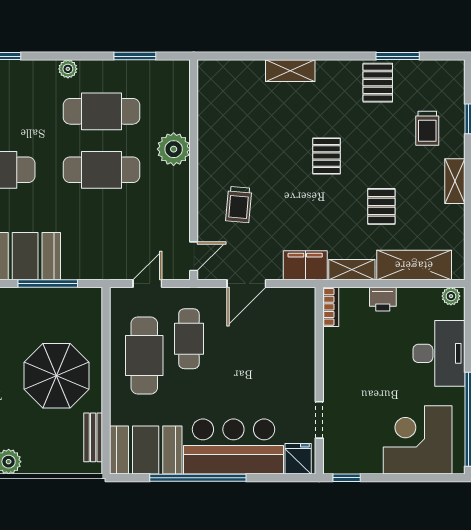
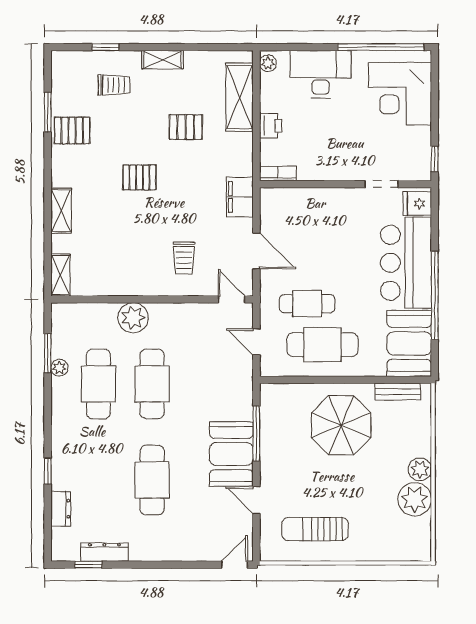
plant: (68, 69) -> (59, 368), moved
trolley: (239, 205) -> (184, 258), turned 85
shelving: (352, 270) -> (60, 275), moved

